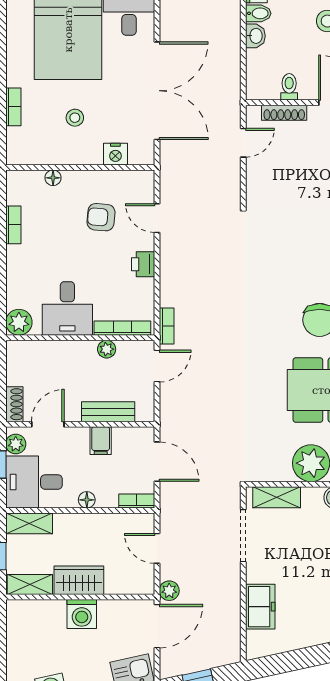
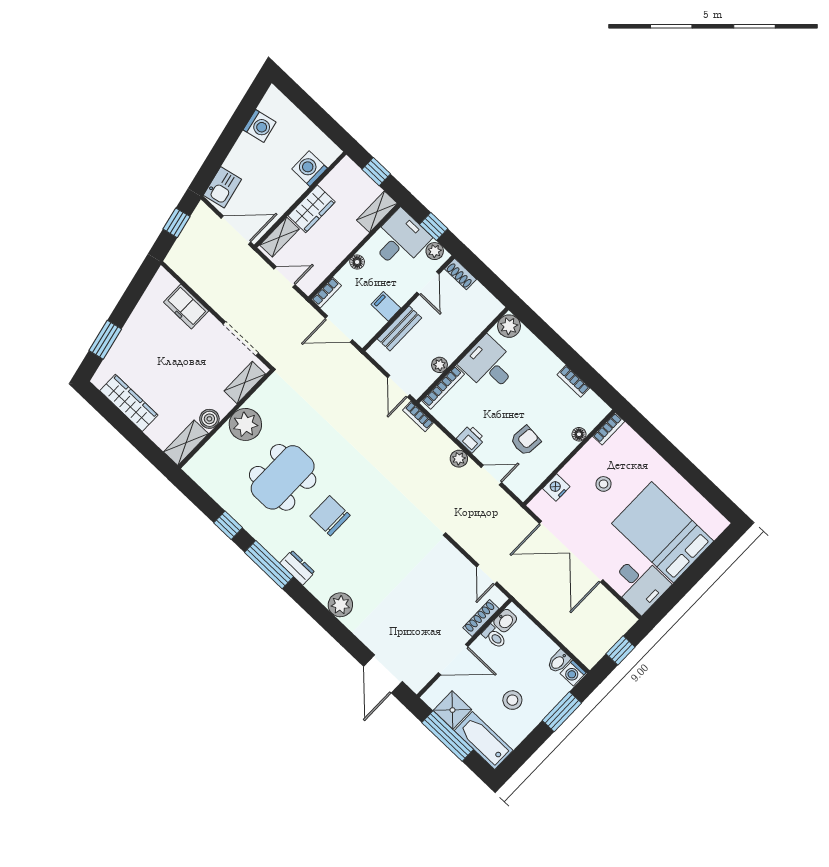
washbasin: (255, 36) -> (505, 621), moved, turned -90
bookcase: (13, 107) -> (609, 429), moved, turned -90
shelving: (30, 584) -> (279, 237), moved
plant: (169, 591) -> (459, 459), moved
washing machine: (82, 614) -> (310, 169), moved
door: (157, 626) -> (236, 230), swing flipped

